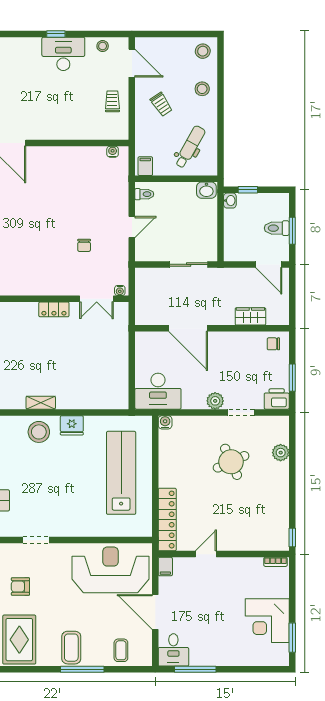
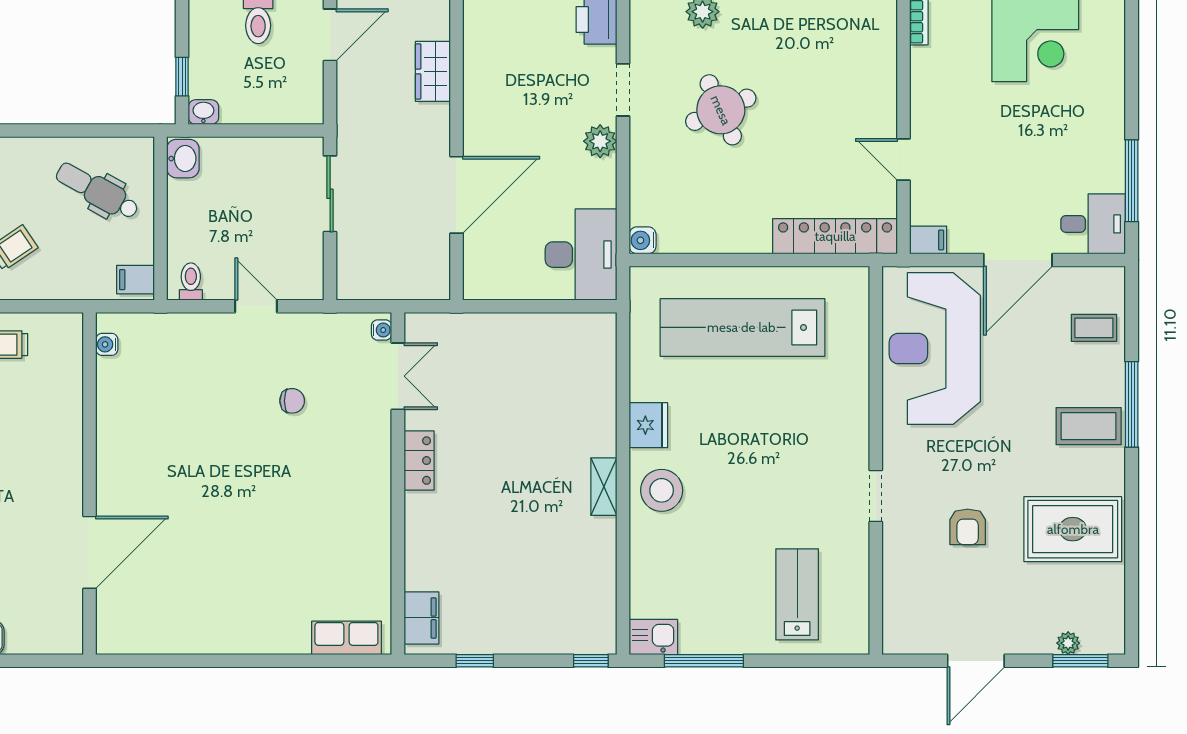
chair: (273, 344) -> (487, 26), removed

